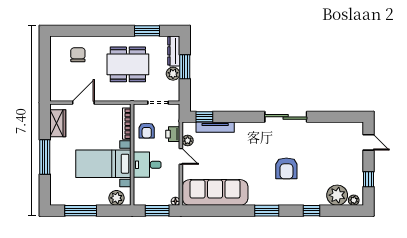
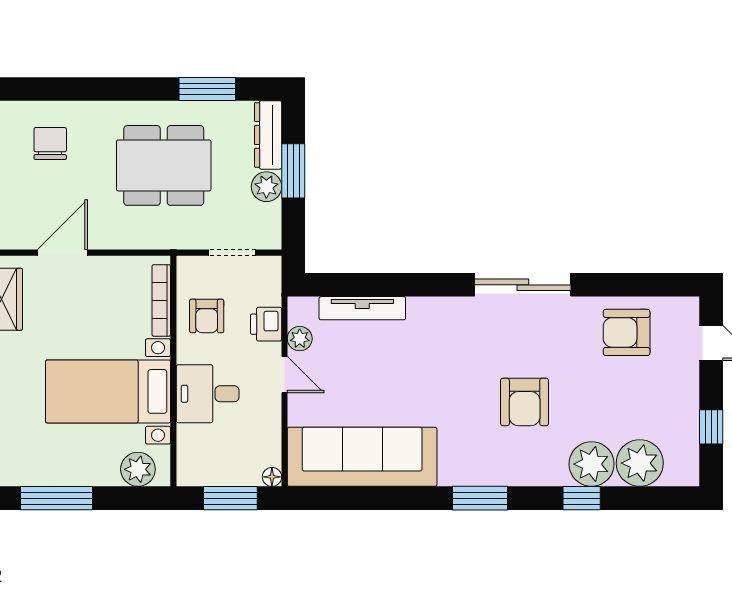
window: (204, 117) -> (338, 285), removed
armchair: (331, 138) -> (627, 332), added
plant: (354, 200) -> (592, 464), moved, width x1.88, depth x1.88

